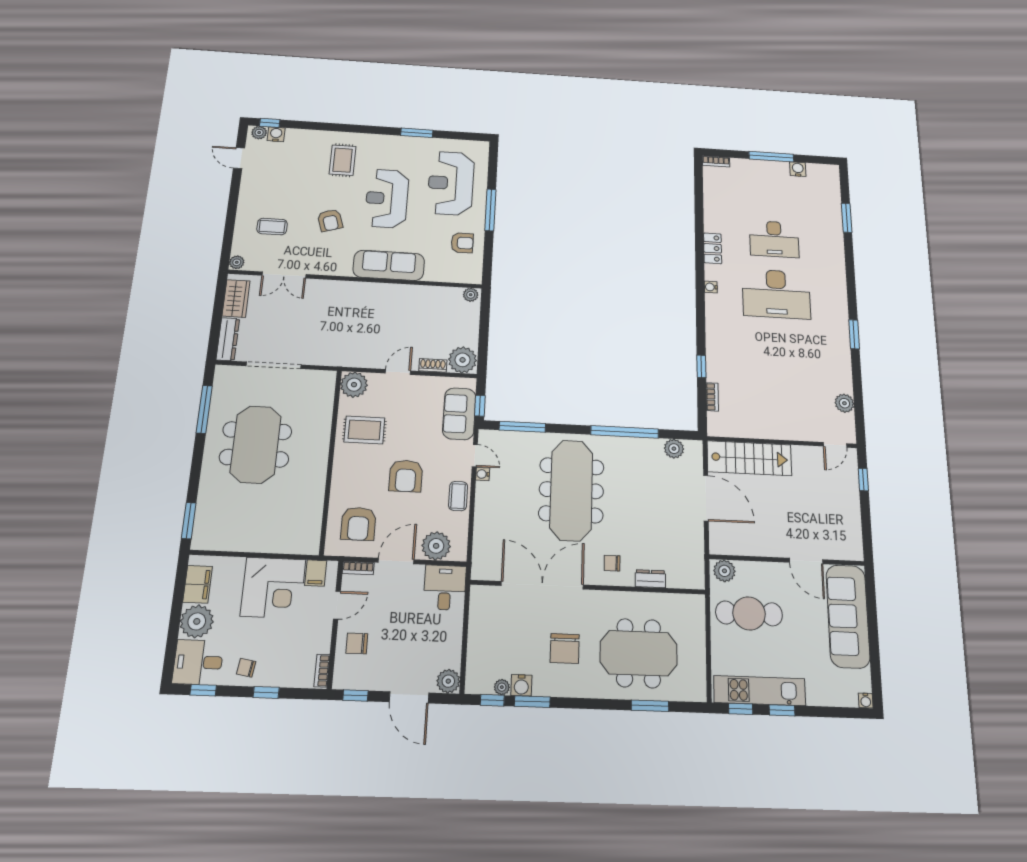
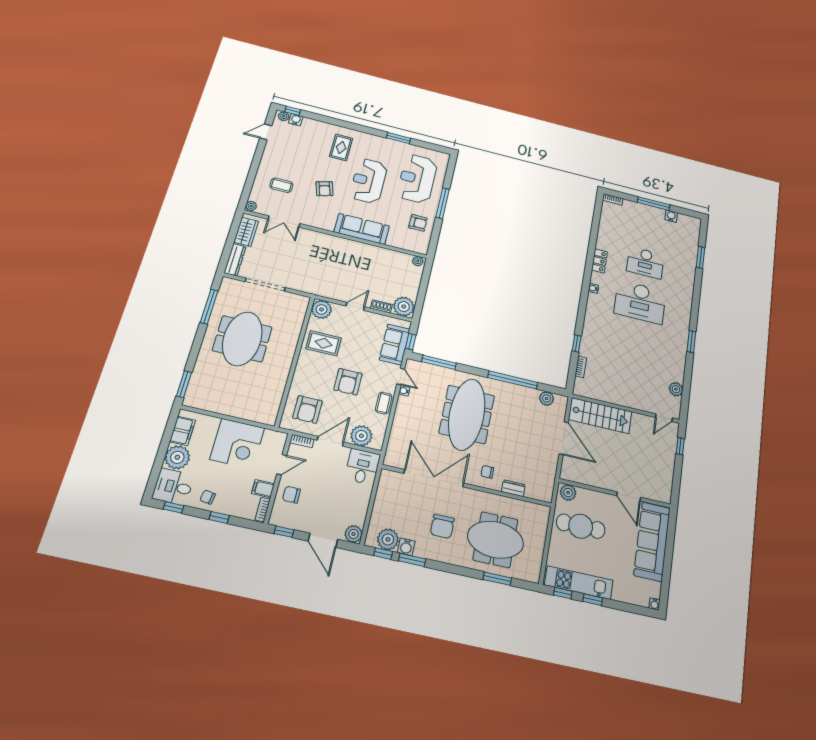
door: (239, 158) -> (266, 132), hinge flipped
filing cabinet: (316, 573) -> (263, 489), moved, turned 90
plant: (502, 687) -> (388, 539), width x1.88, depth x1.88

